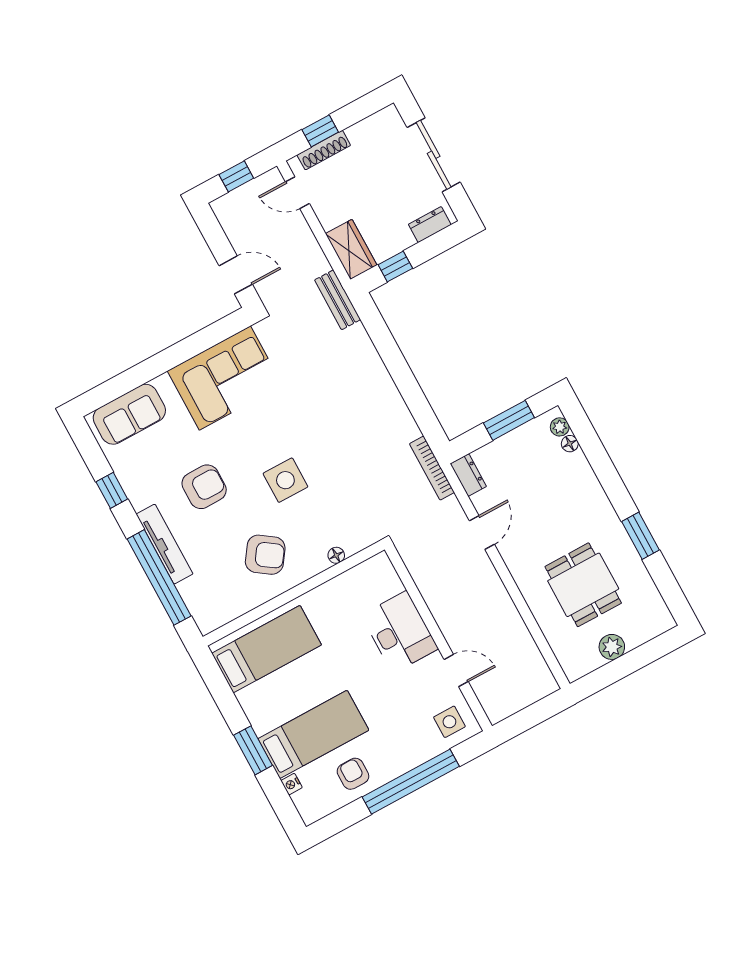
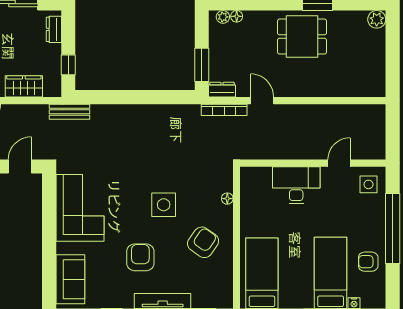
wardrobe: (351, 249) -> (24, 86), moved
window: (509, 420) -> (202, 65), moved
bookcase: (432, 468) -> (224, 110), moved
dining table: (583, 585) -> (302, 37), moved
plant: (612, 647) -> (377, 19), moved

